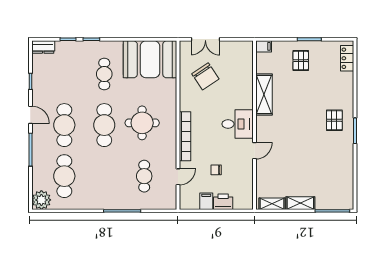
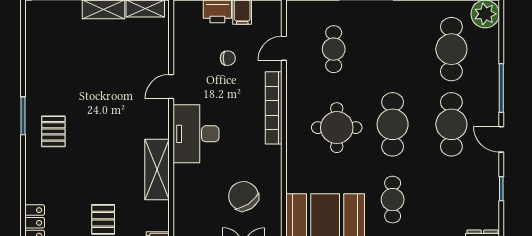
desk: (238, 124) -> (196, 134), width x1.37

